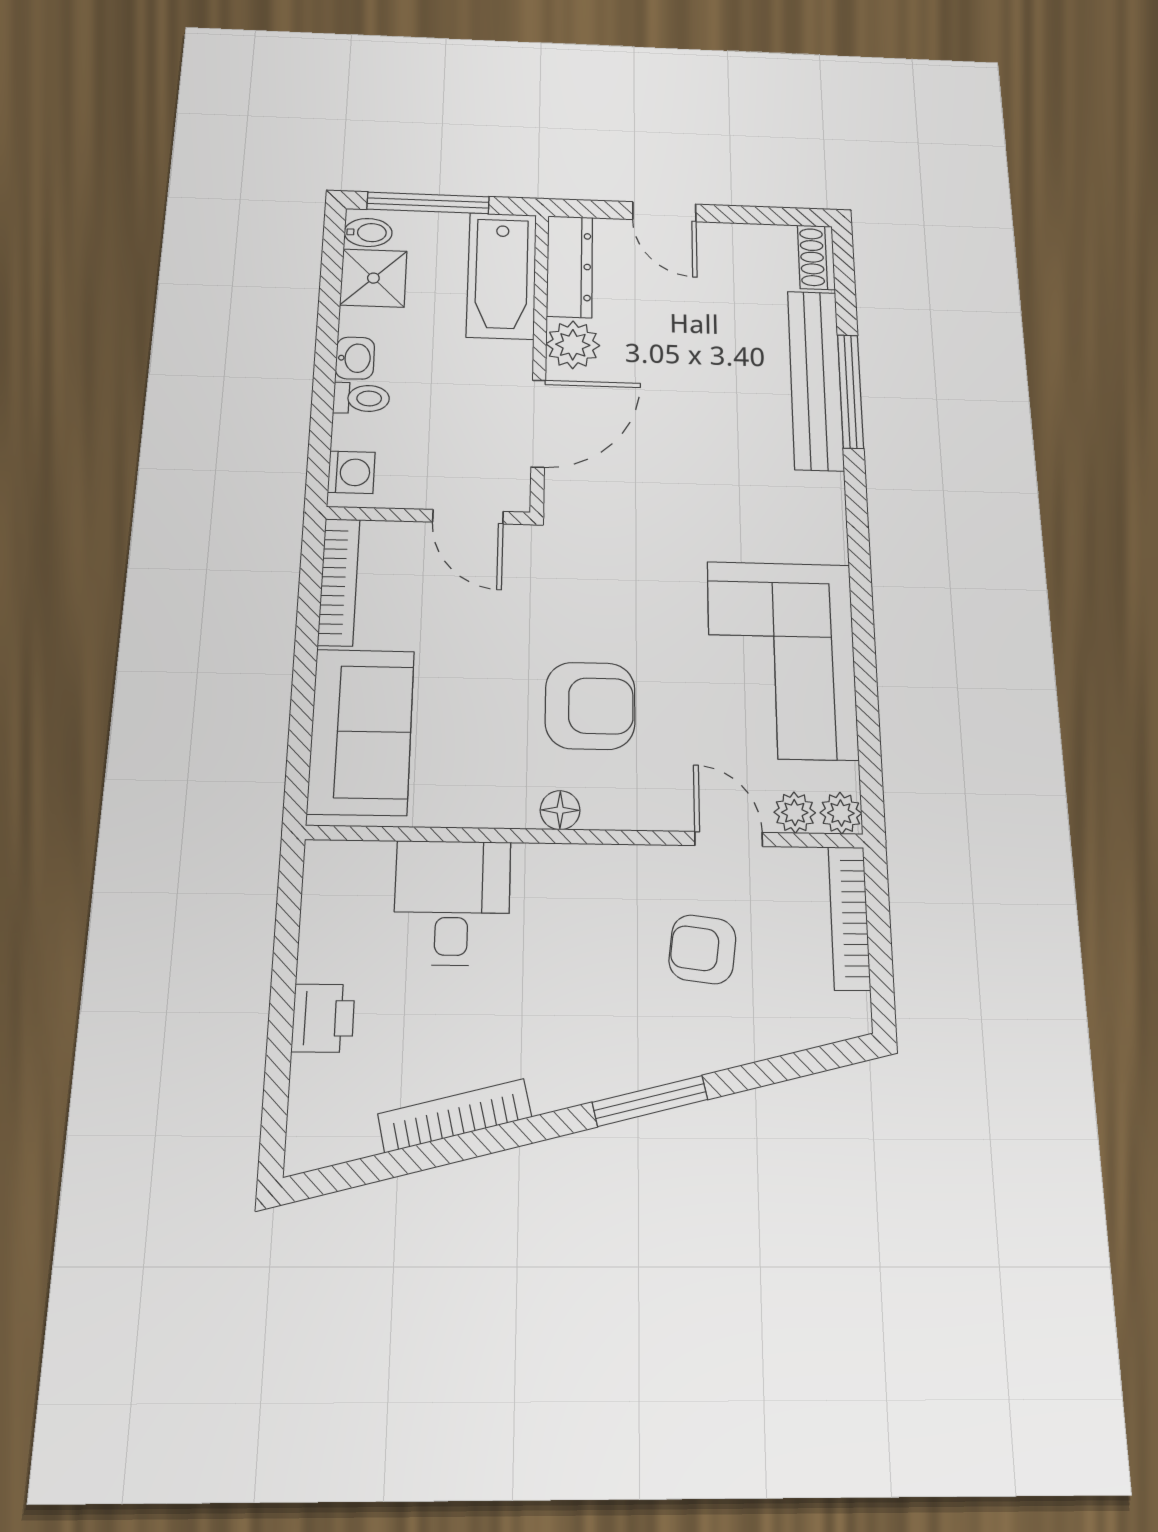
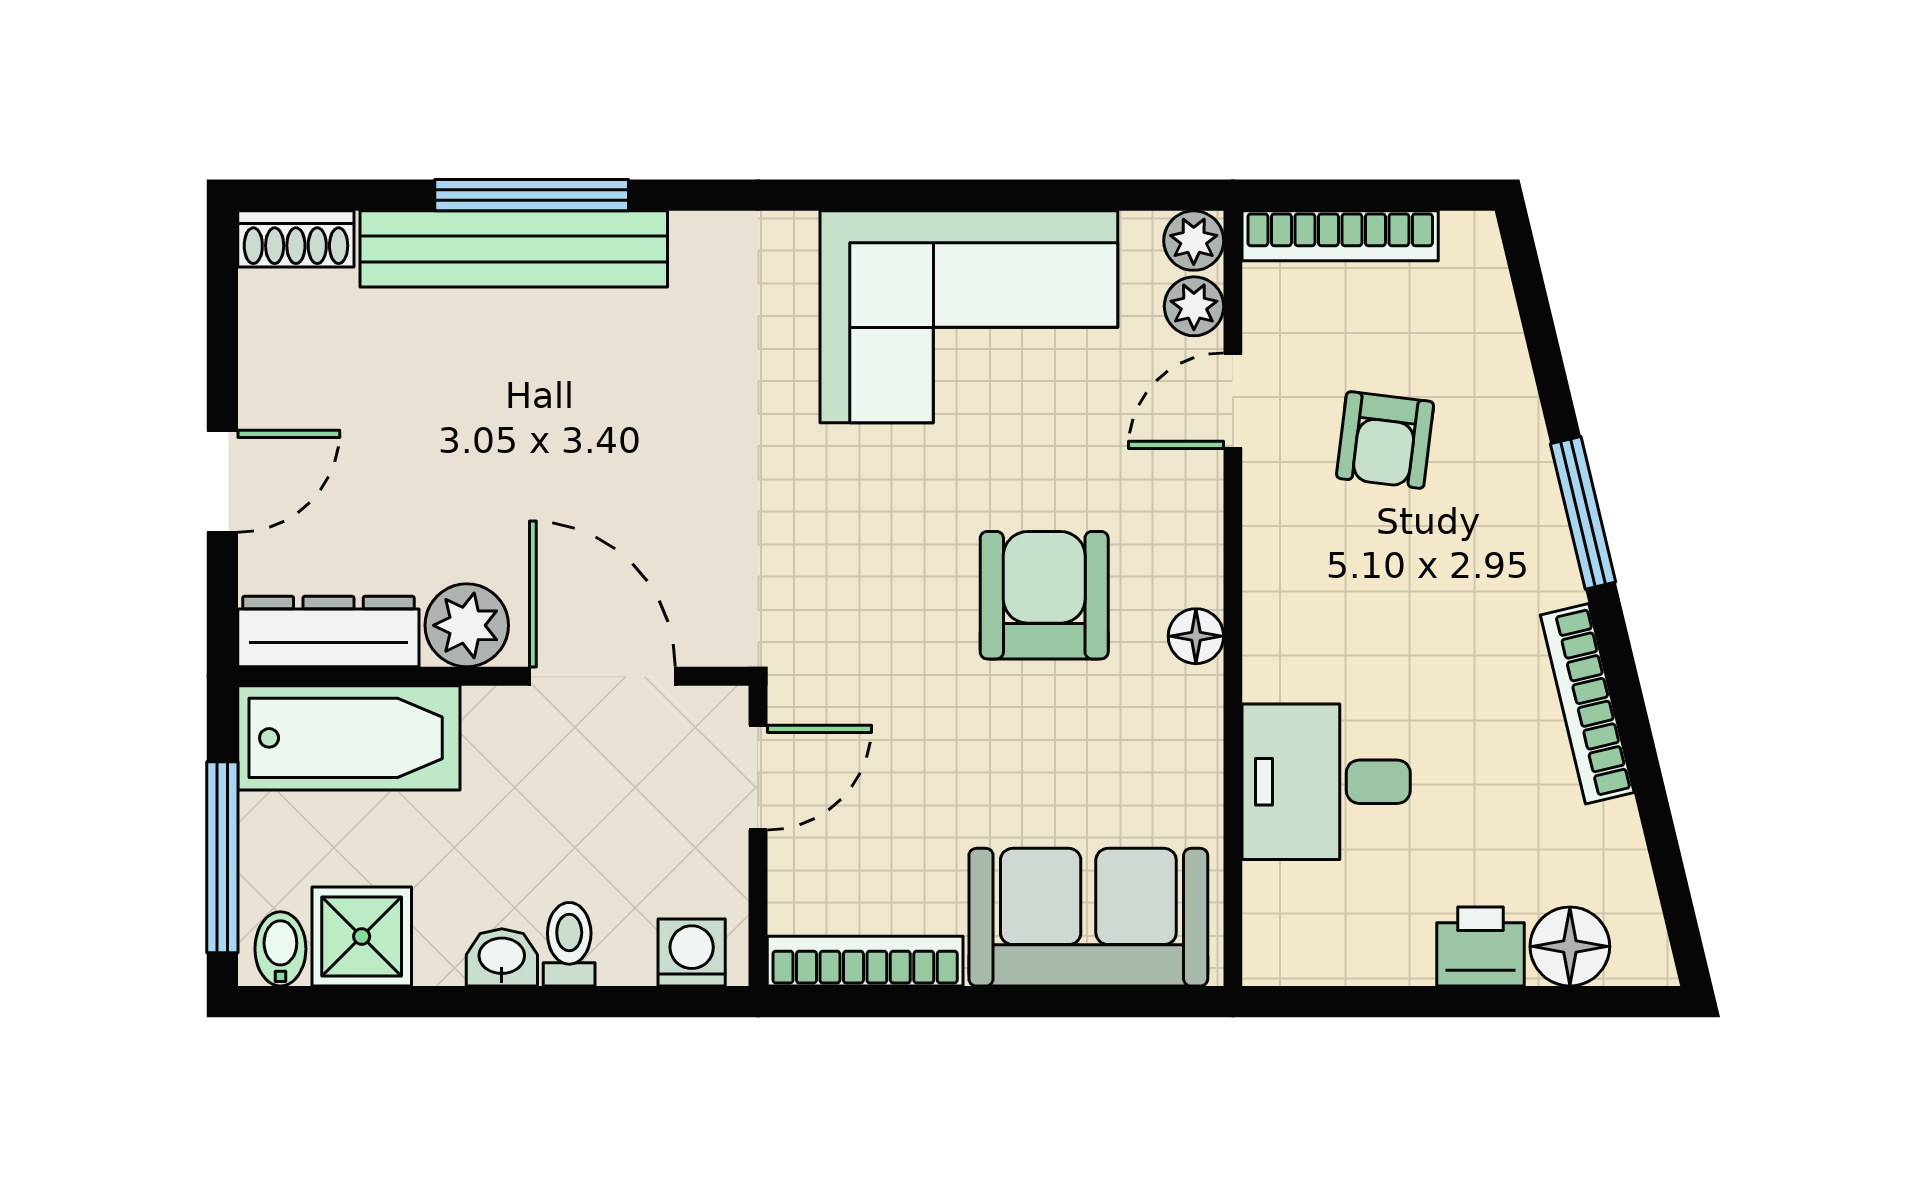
floor lamp: (319, 1089) -> (1570, 946), added
bookcase: (455, 1116) -> (1587, 704), moved

